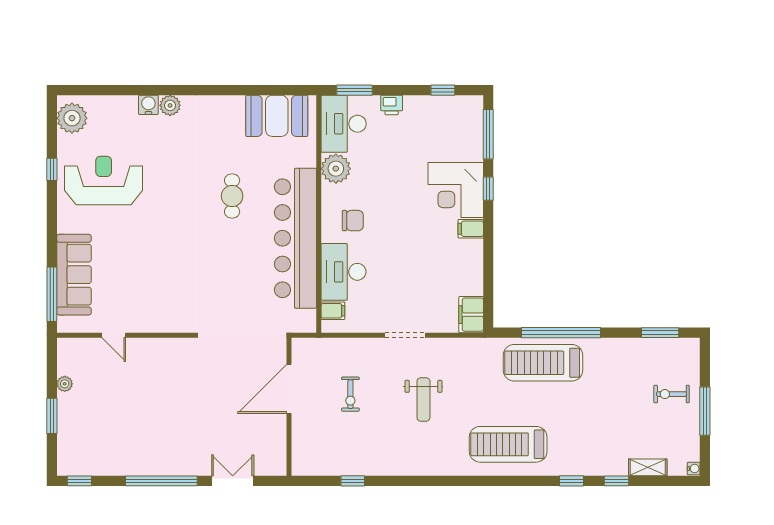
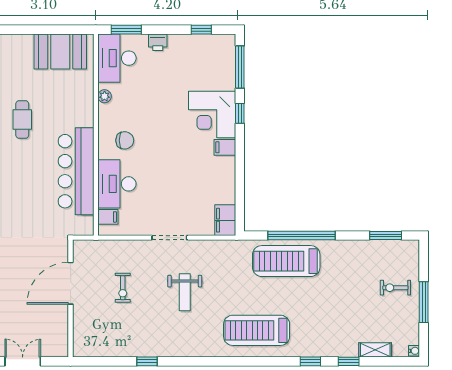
plant: (336, 169) -> (105, 96), width x0.53, depth x0.53
bar counter: (295, 238) -> (76, 171), width x0.73
window: (353, 481) -> (147, 361), moved

